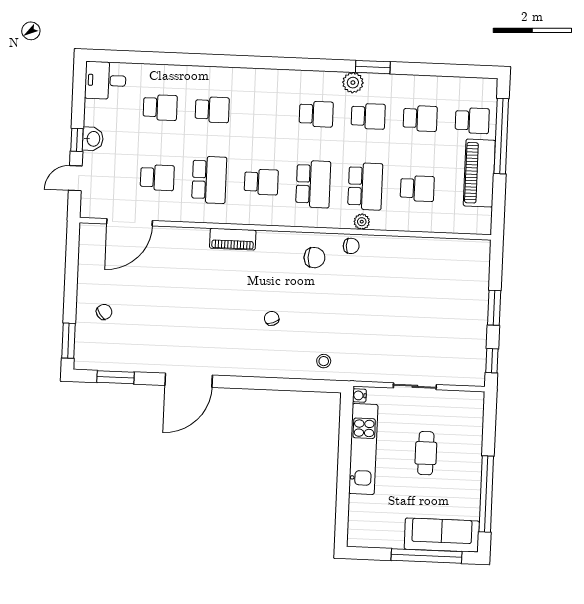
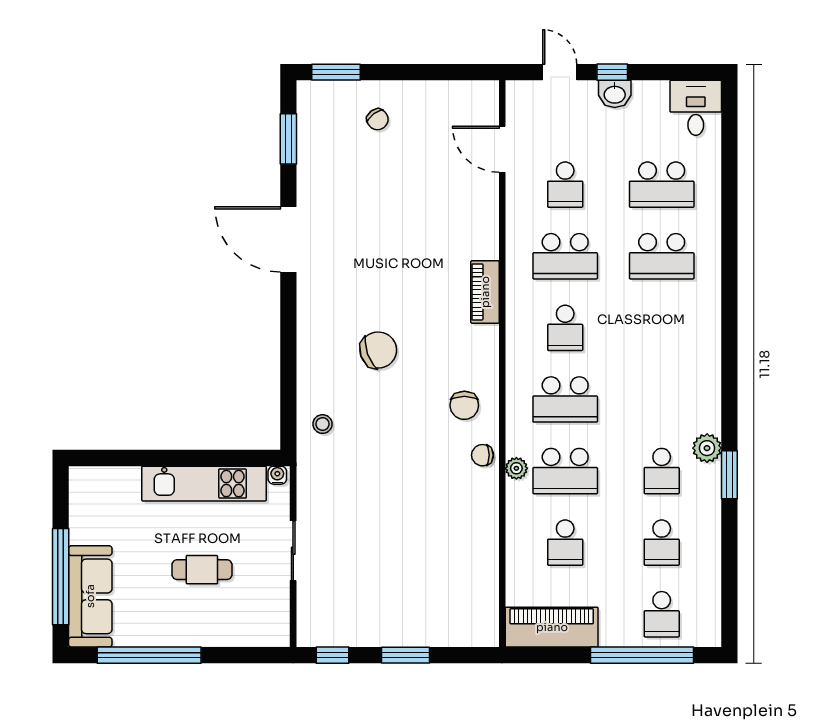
school desk: (160, 107) -> (662, 185), width x1.85
school desk: (212, 110) -> (662, 256), width x1.85
school desk: (316, 114) -> (662, 399), removed
piano: (479, 173) -> (552, 627), moved
door: (130, 222) -> (502, 149), width x0.73
chair: (351, 246) -> (482, 455), turned 90
chair: (272, 318) -> (378, 350), width x1.87, depth x1.87

